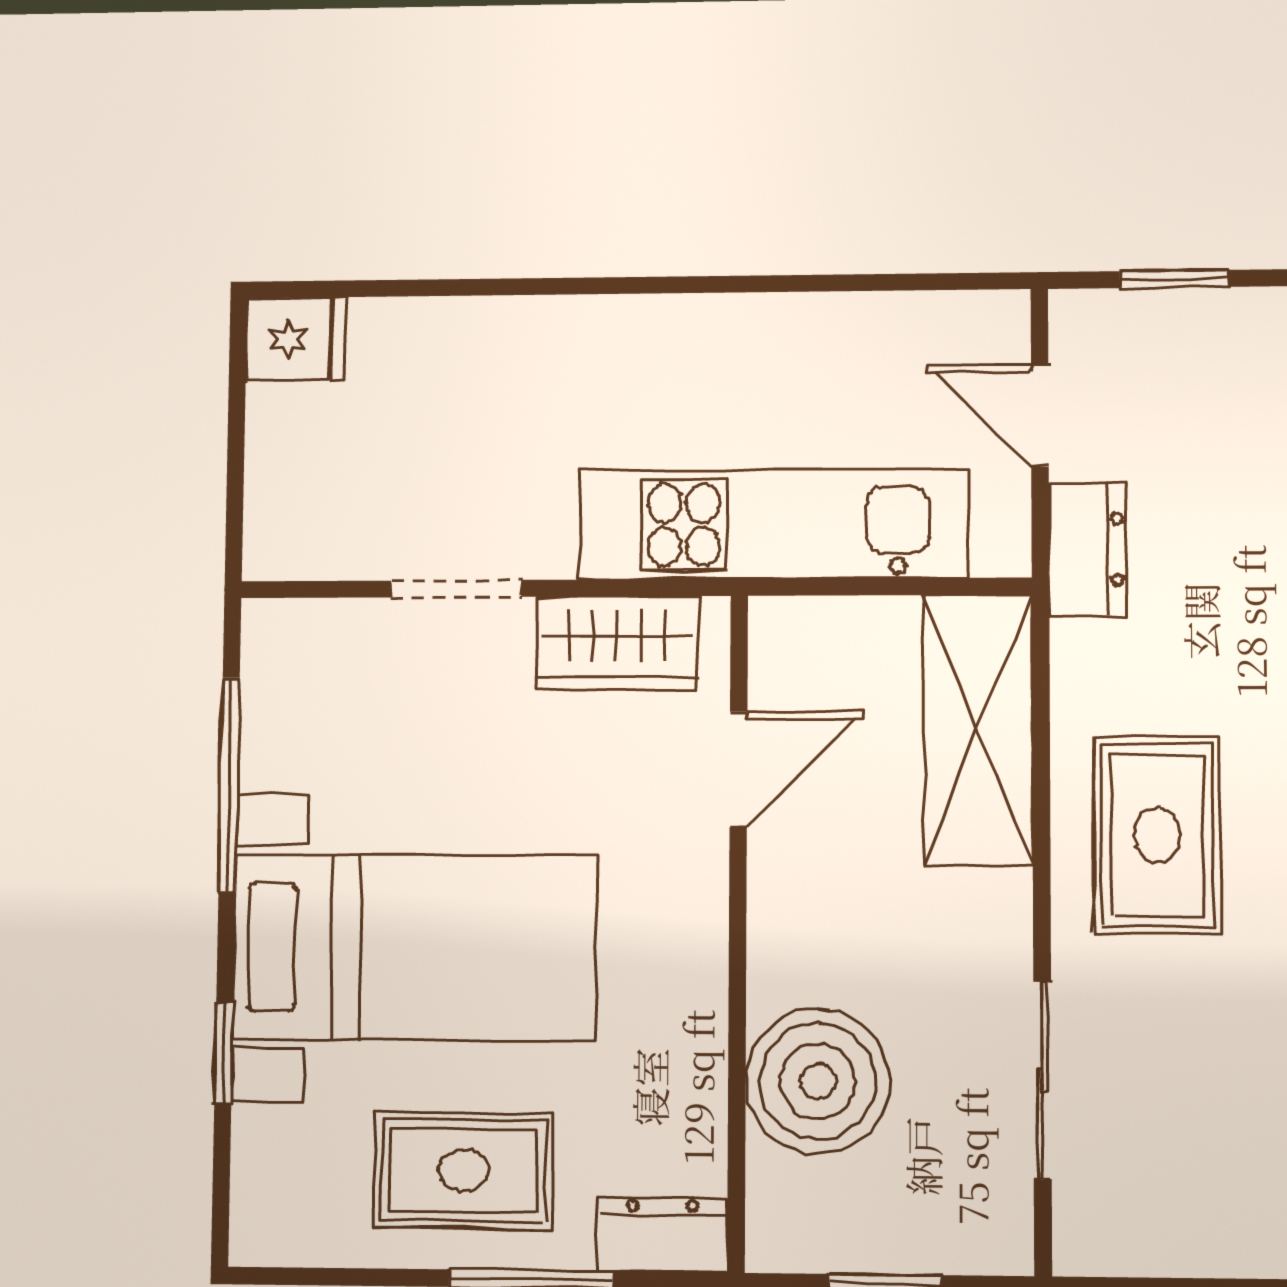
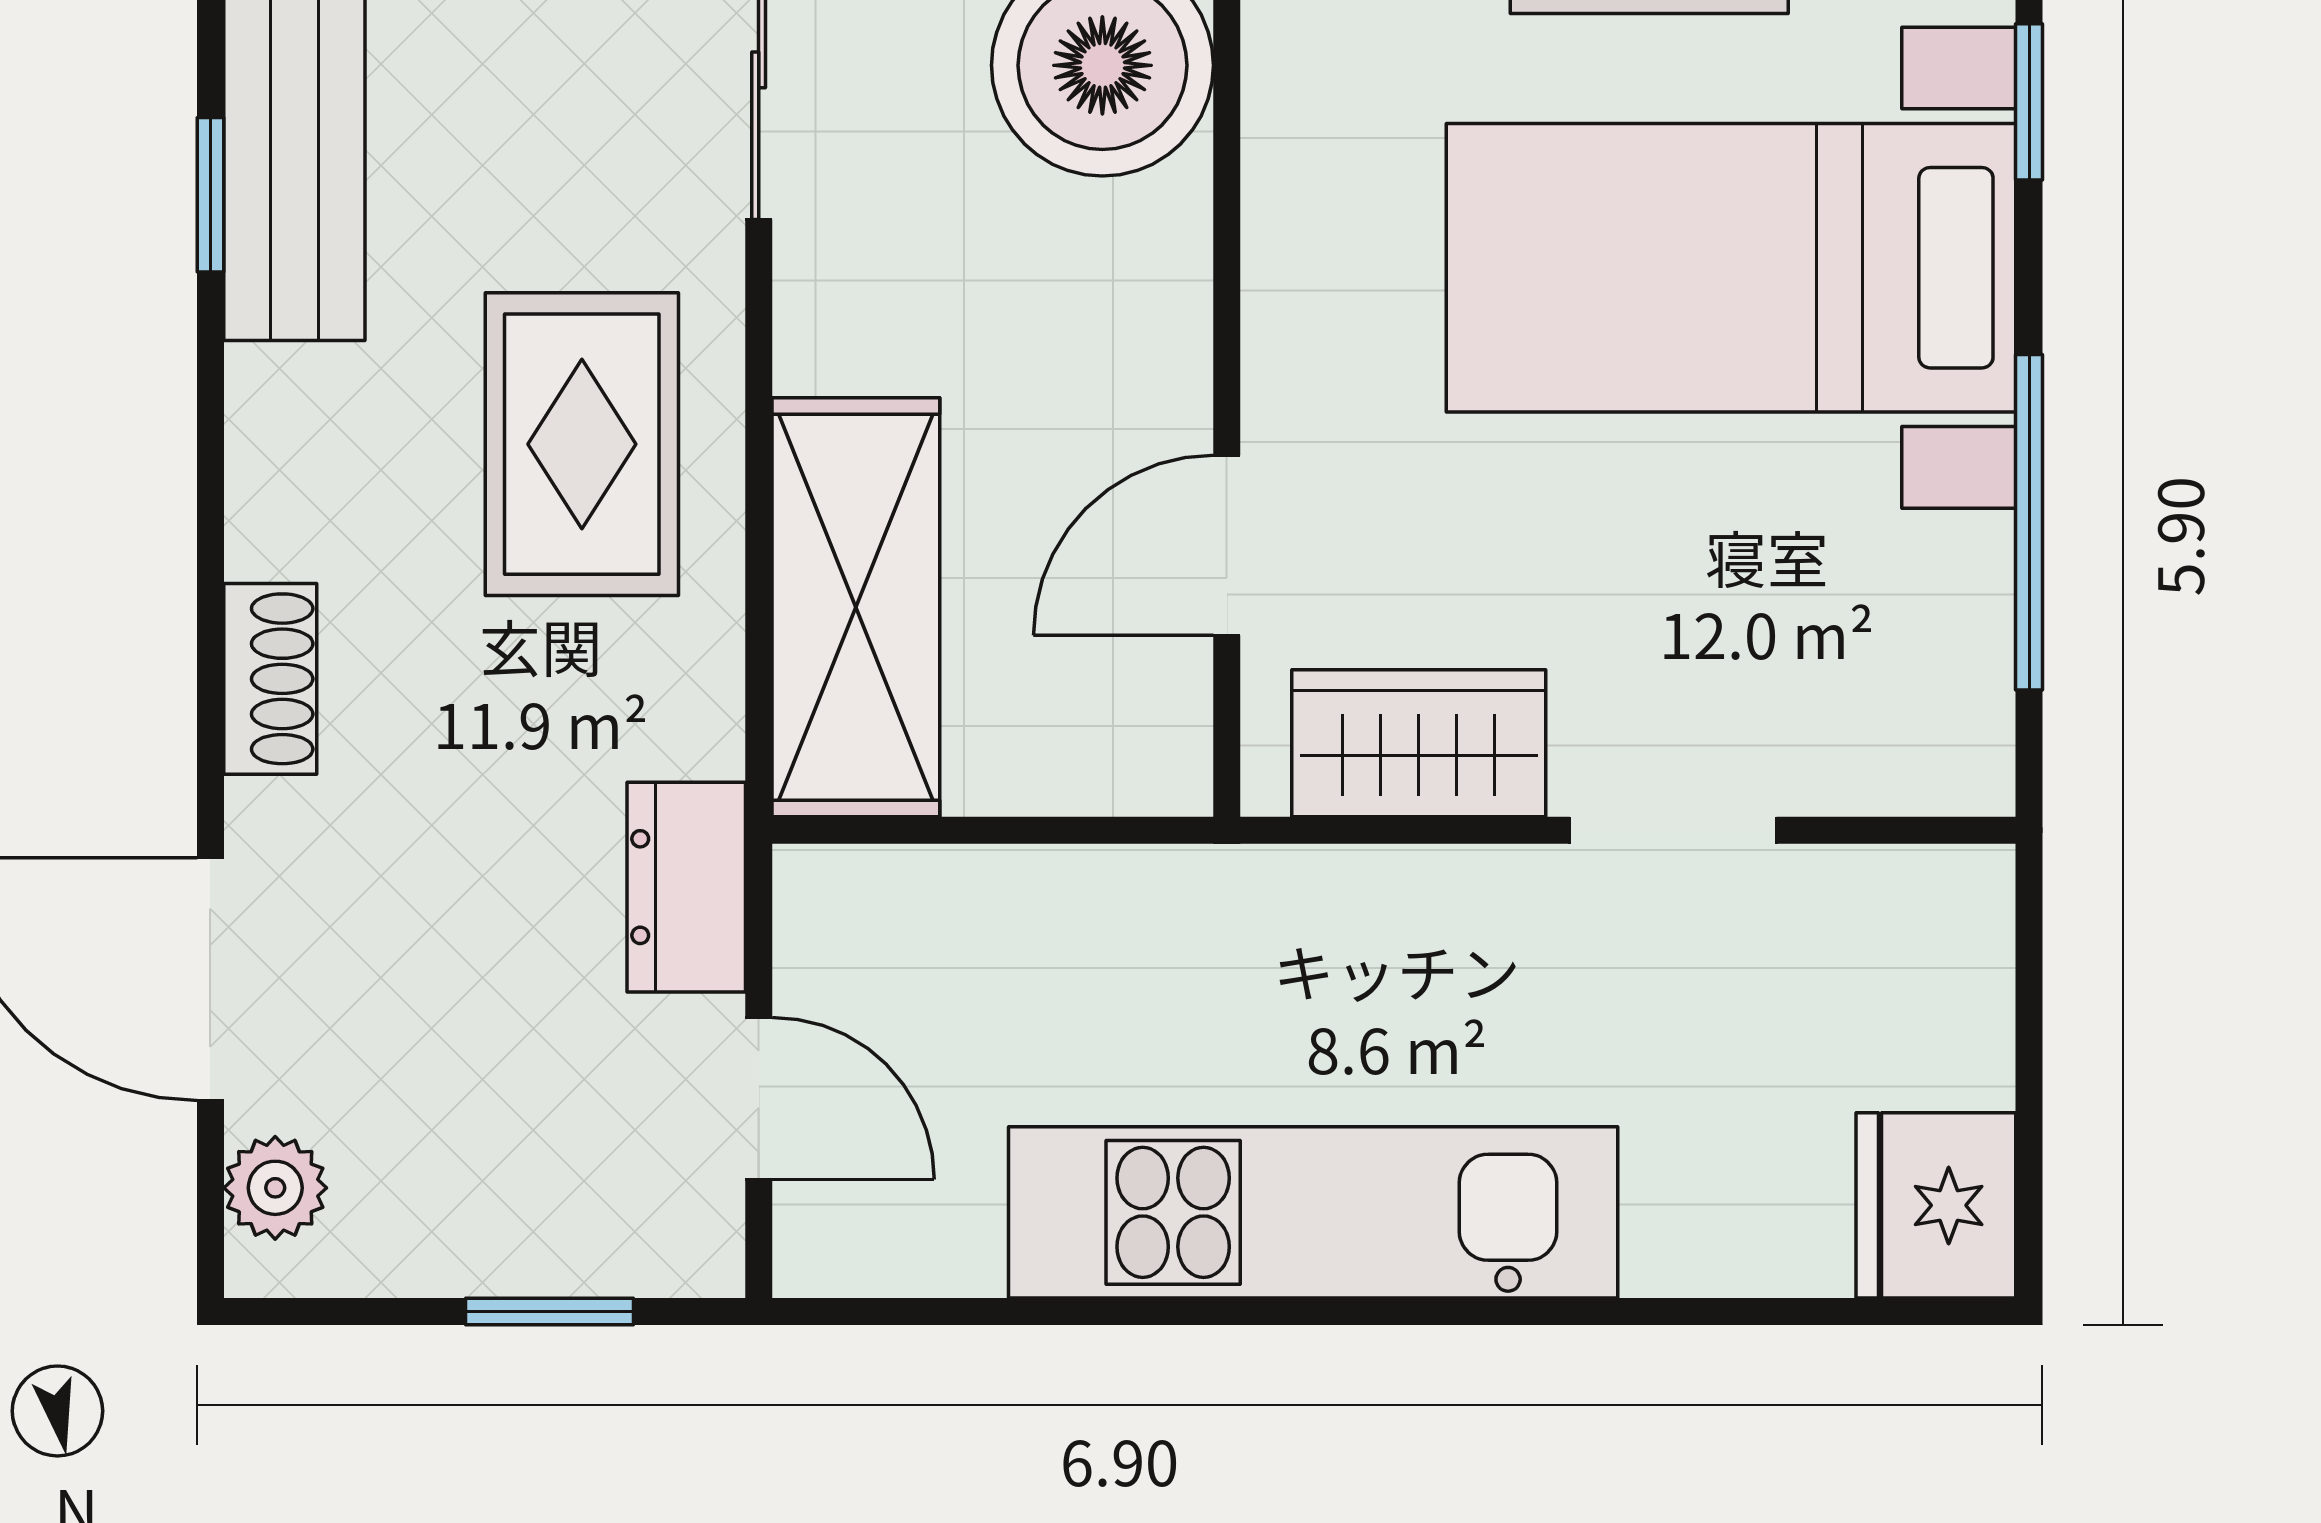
fridge: (296, 339) -> (1936, 1205), width x1.38
kitchen unit: (773, 524) -> (1313, 1212), moved, turned 180

